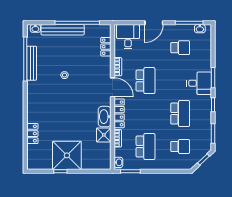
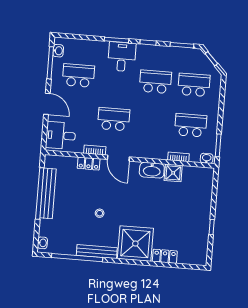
bench: (63, 30) -> (48, 193), moved
locker: (106, 47) -> (89, 164), moved
school desk: (180, 48) -> (78, 76), width x1.85
bench: (32, 63) -> (97, 252), moved
door: (113, 87) -> (118, 158), swing flipped
locker: (119, 113) -> (149, 153), removed
school desk: (180, 147) -> (194, 85), width x1.85
shower: (67, 155) -> (135, 244), moved

